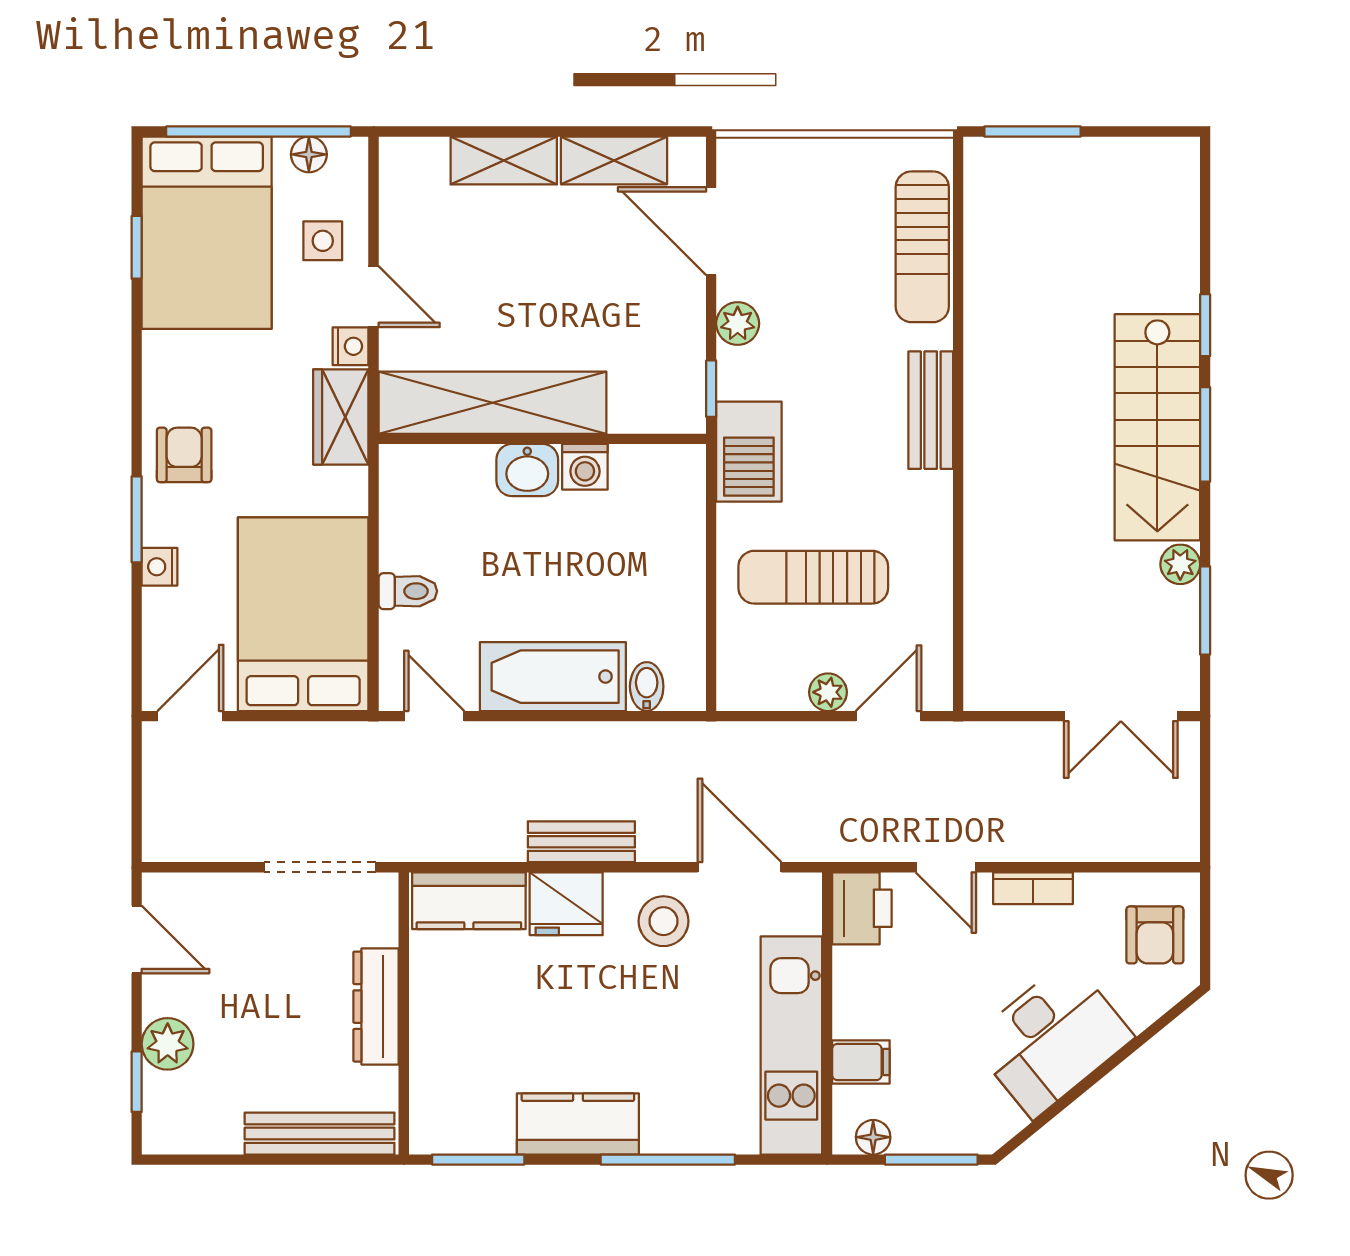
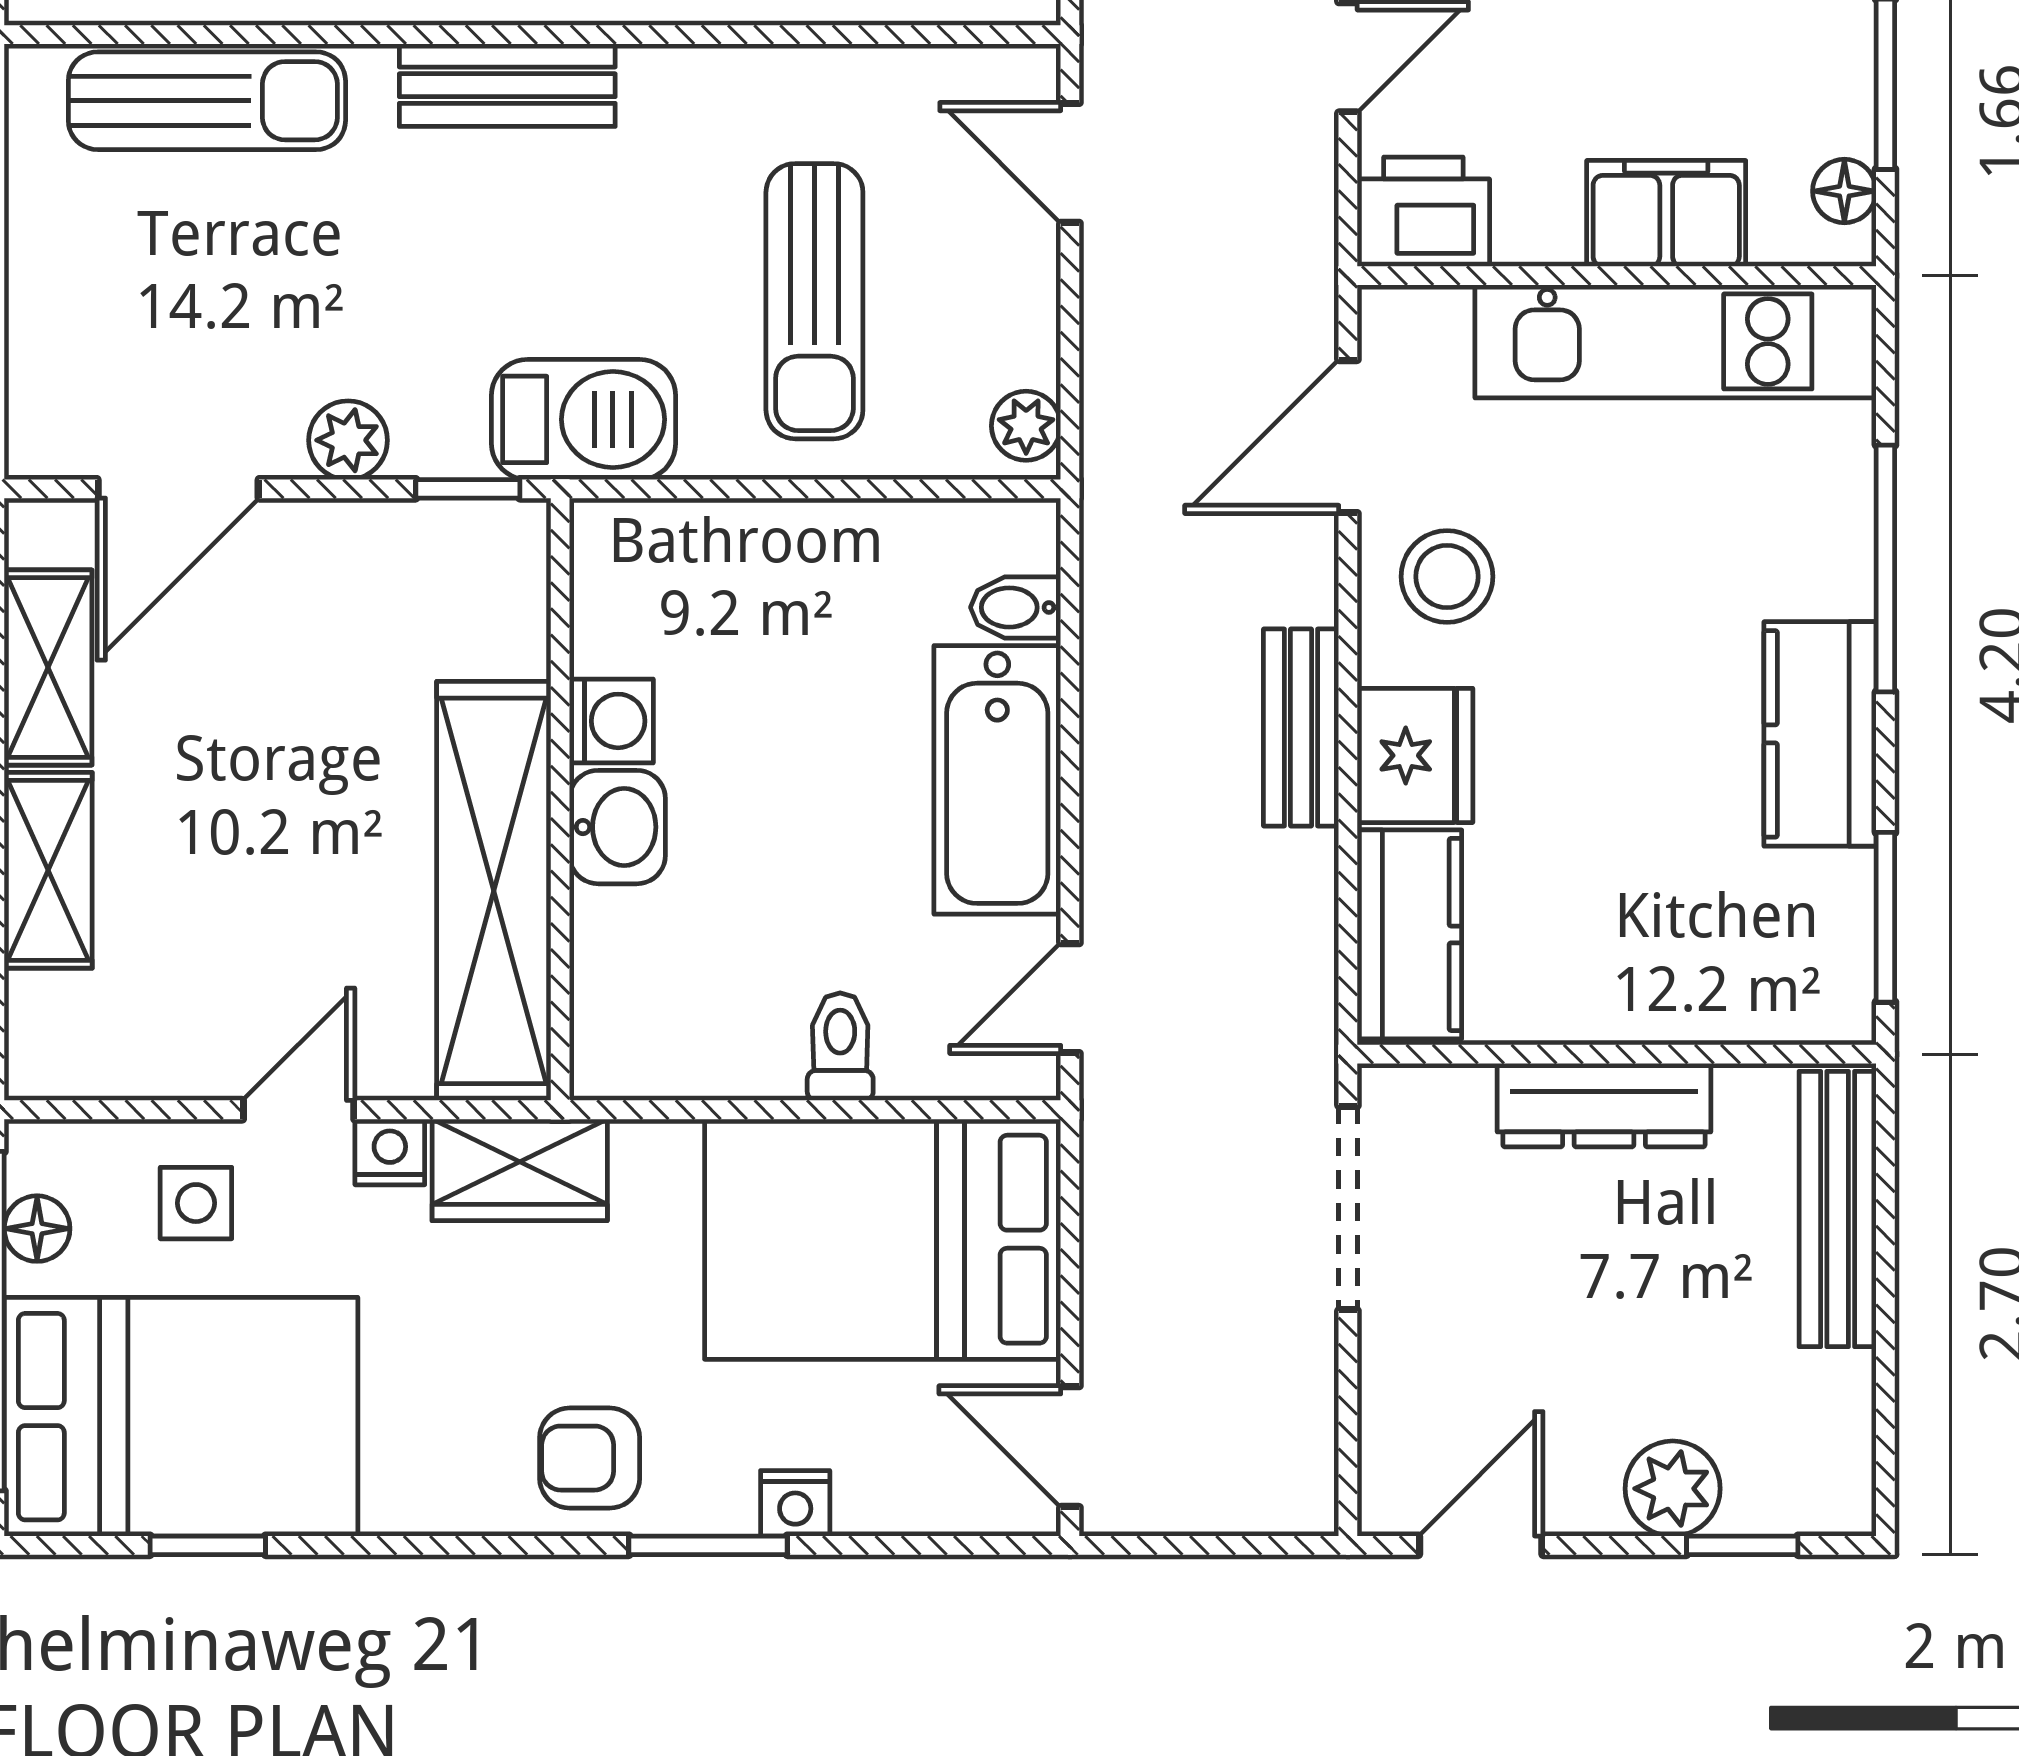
plant: (828, 692) -> (1026, 426), moved
filing cabinet: (861, 1062) -> (1666, 213), width x2.00

